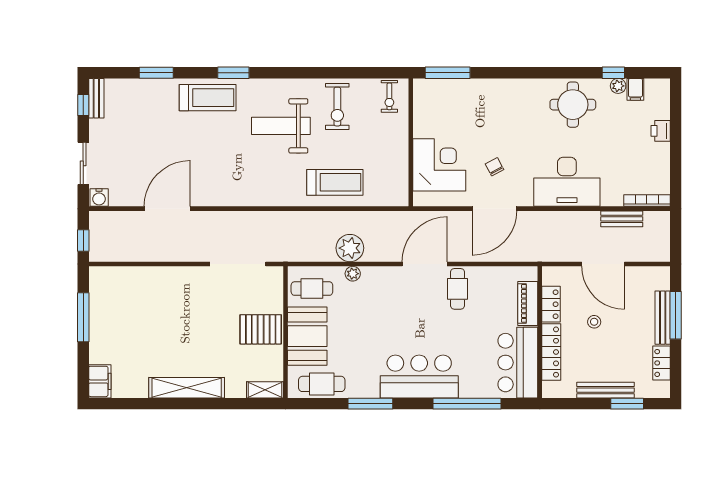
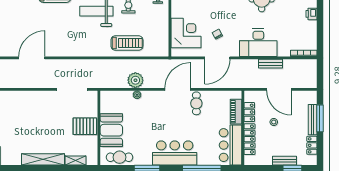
bench: (622, 219) -> (271, 64), moved
cafe table: (312, 289) -> (114, 103), removed
shelving: (265, 390) -> (76, 161), moved
bench: (606, 390) -> (285, 161), width x0.73

